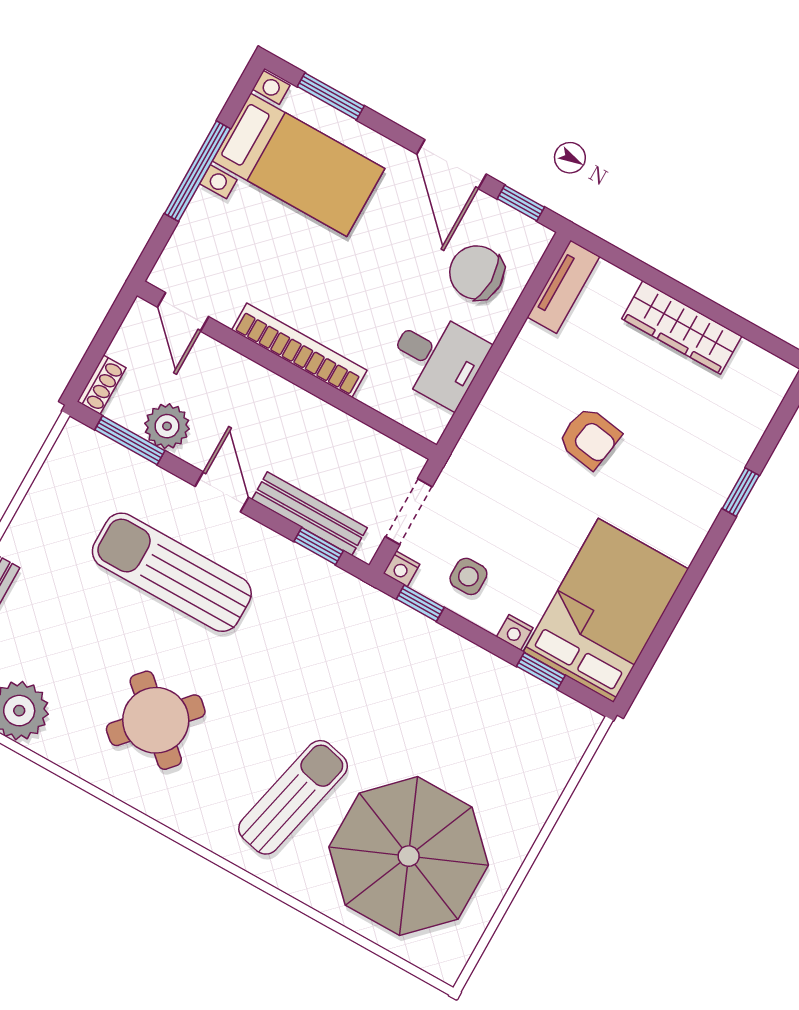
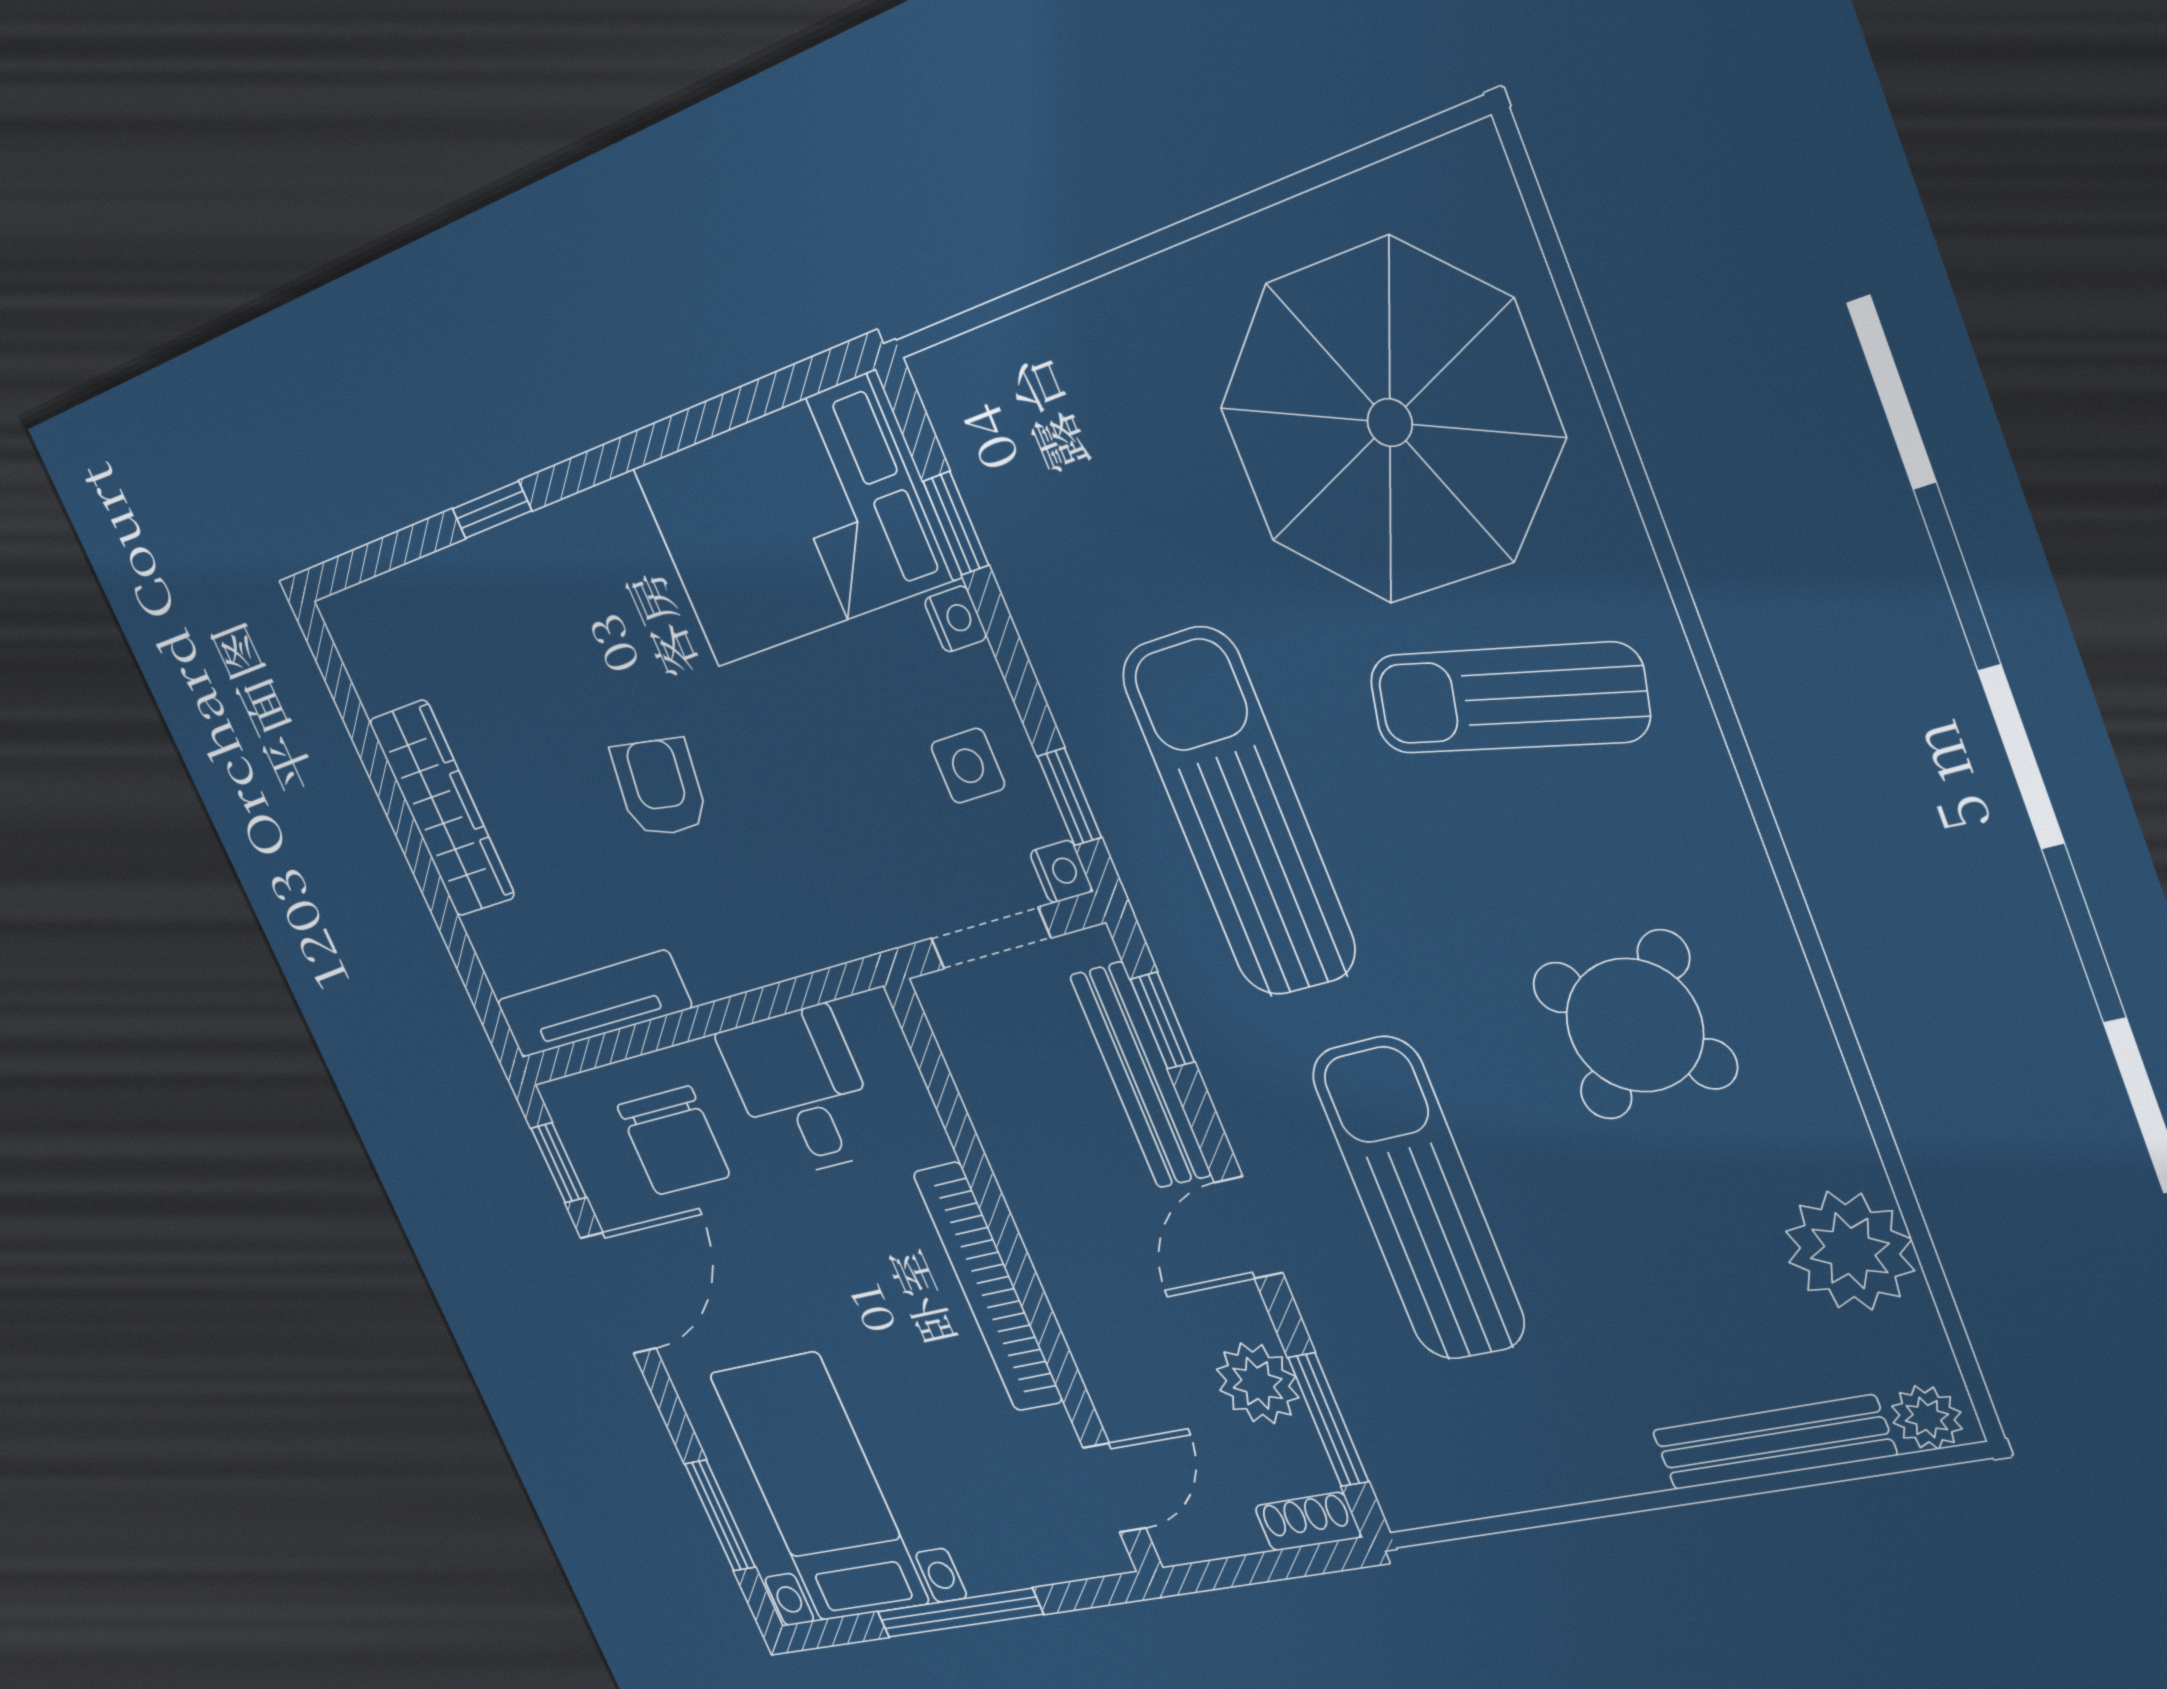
tv unit: (563, 287) -> (593, 1004), width x1.41
sun lounger: (172, 572) -> (1419, 1200), turned 180
sun lounger: (353, 661) -> (1239, 813), added

